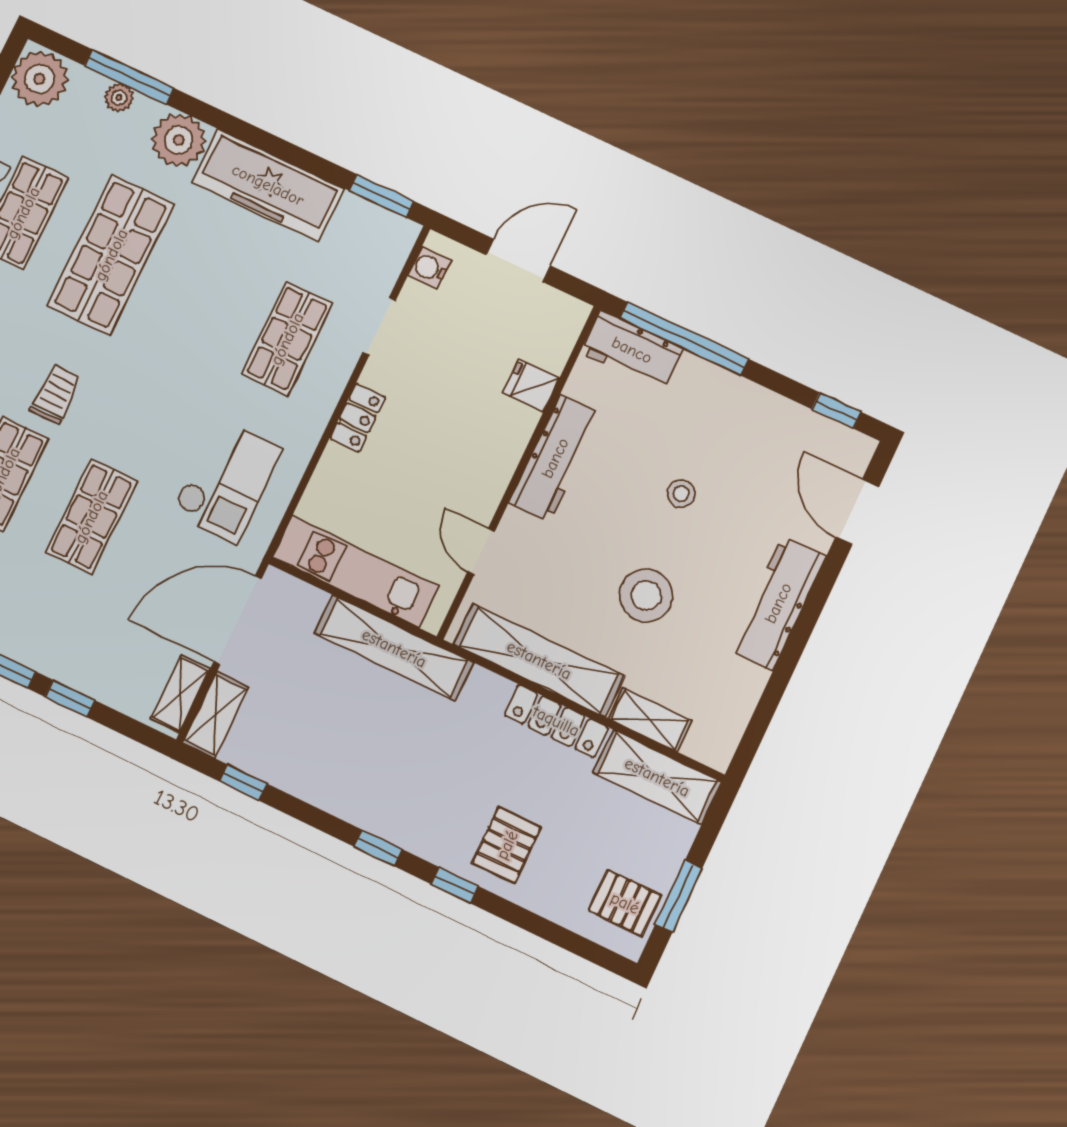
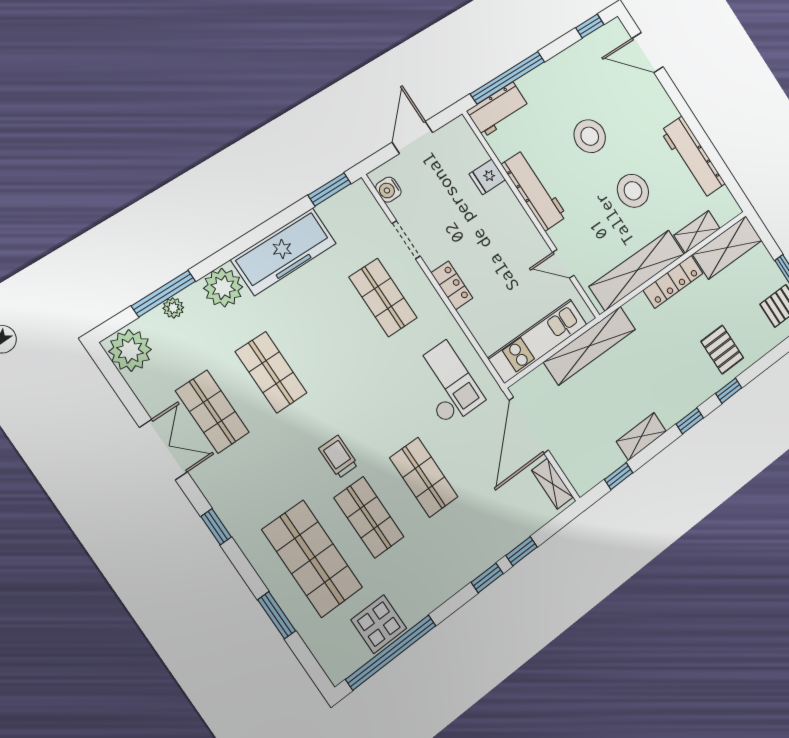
shop shelf: (111, 255) -> (271, 372), width x0.70, depth x0.74
stool: (681, 494) -> (590, 136), width x1.89, depth x1.89
workbench: (778, 603) -> (693, 157), moved
shelving: (216, 715) -> (641, 436), moved, turned 90

